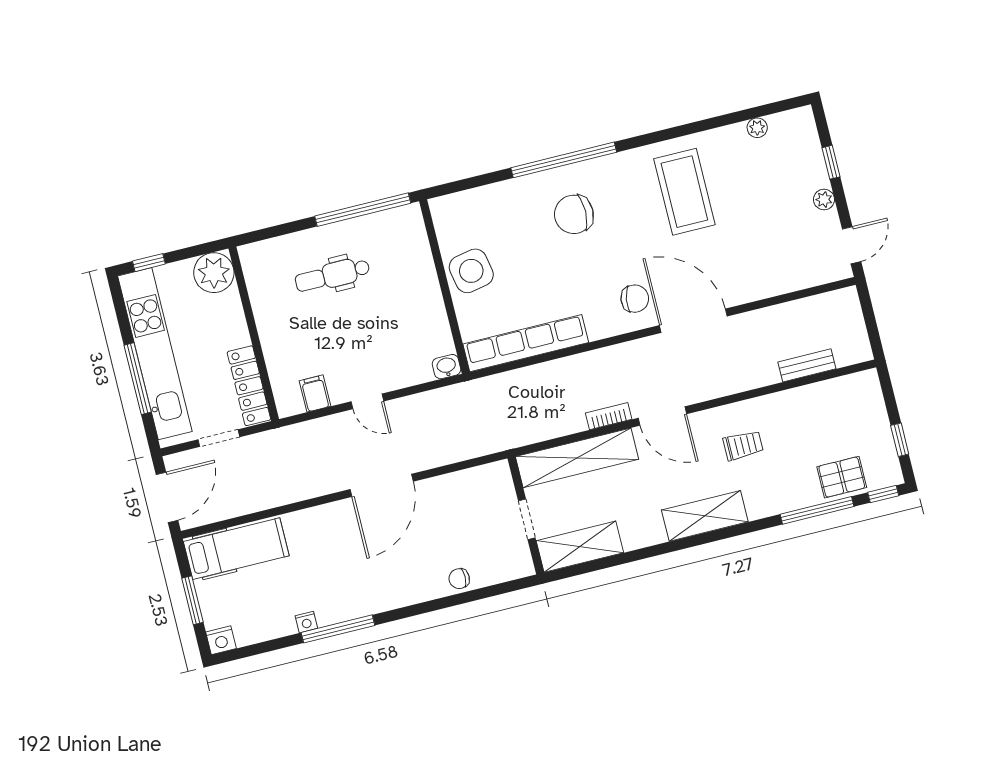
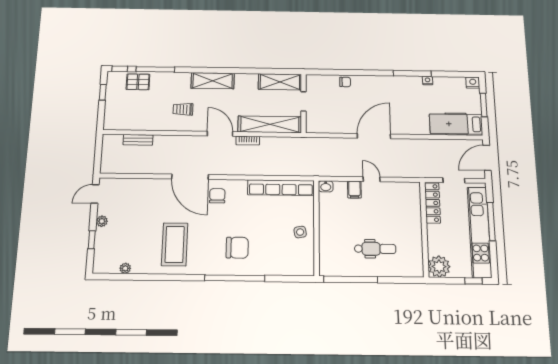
side table: (471, 271) -> (300, 232), width x0.54, depth x0.54
chair: (635, 299) -> (217, 196), turned 81
filing cabinet: (315, 393) -> (354, 190), moved

